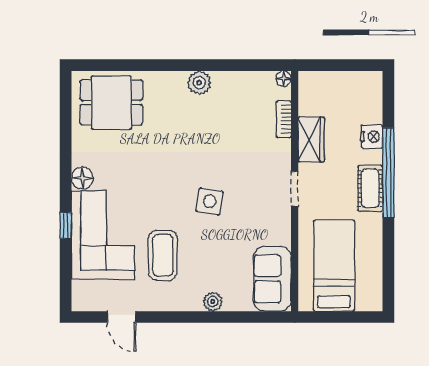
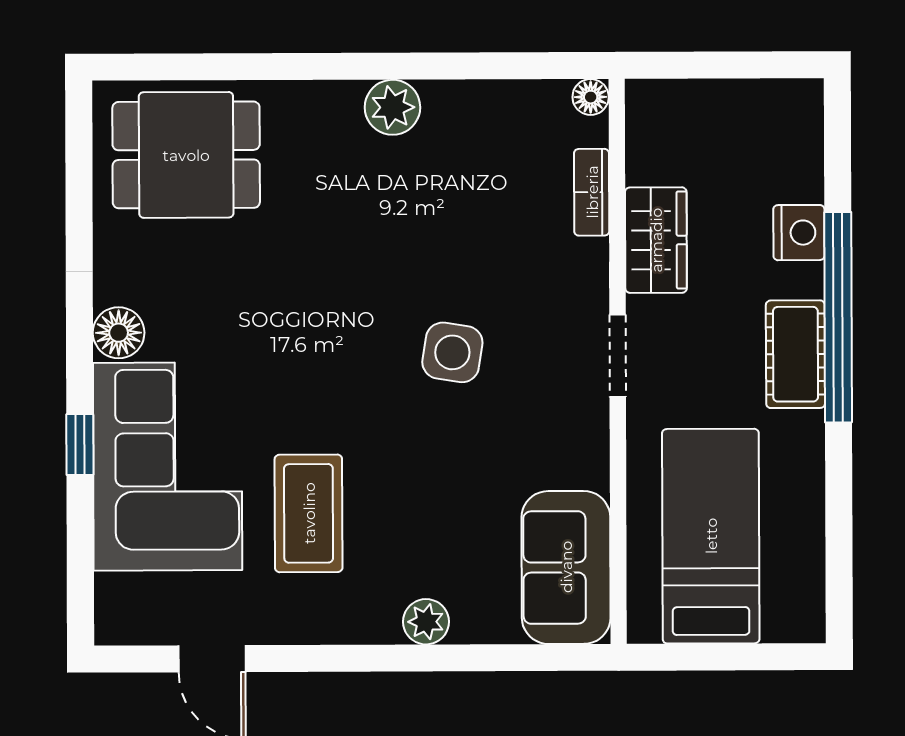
side table: (210, 201) -> (452, 352), moved

